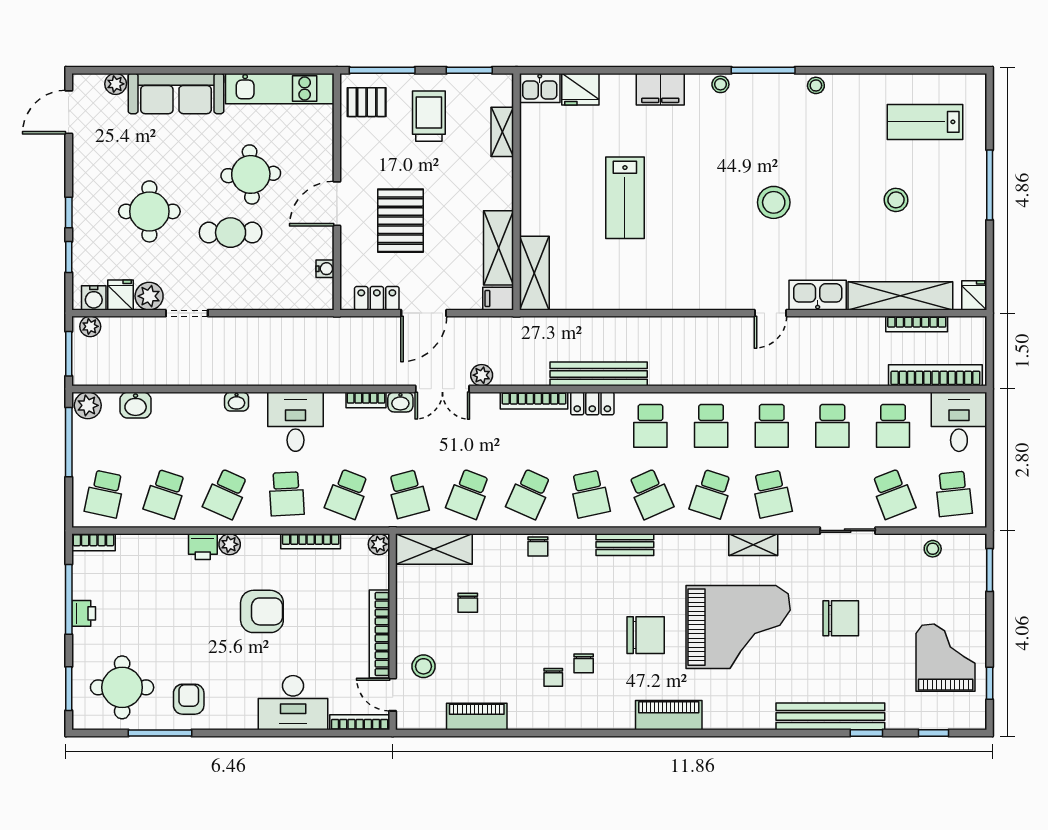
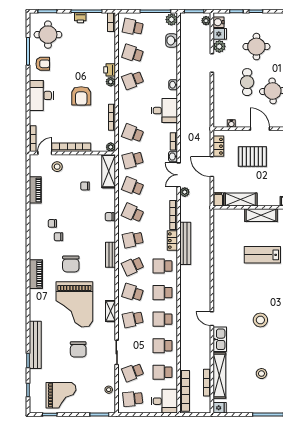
shelving: (534, 273) -> (261, 215), moved
school desk: (226, 494) -> (133, 80), turned -45
school desk: (287, 494) -> (133, 107), removed
desk: (293, 703) -> (41, 95), moved

